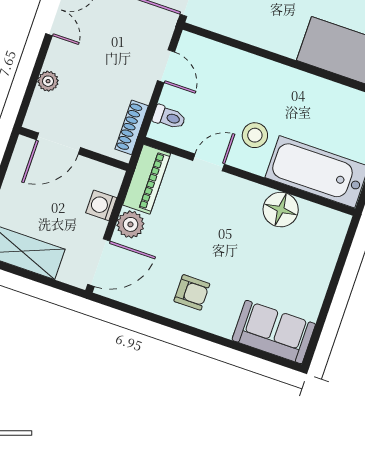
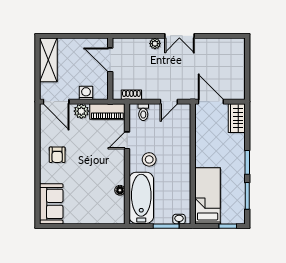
plant: (48, 81) -> (155, 44), moved
shoe rack: (132, 127) -> (131, 95), width x0.70
door: (209, 162) -> (127, 140), swing flipped
floor lamp: (281, 210) -> (120, 190), width x0.53, depth x0.53

